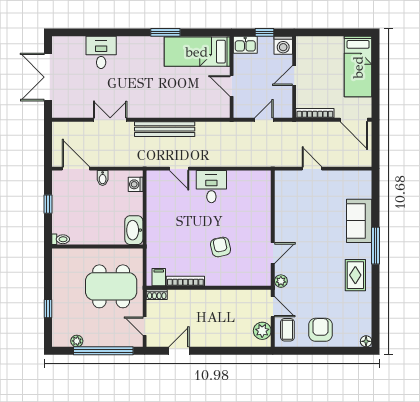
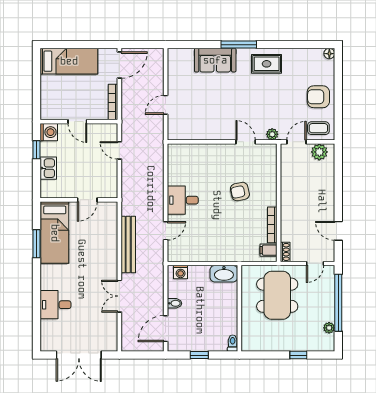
bed: (197, 52) -> (55, 233), moved
wall: (232, 77) -> (79, 200), moved
door: (232, 86) -> (87, 200), moved

